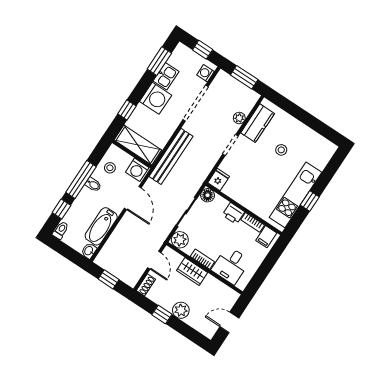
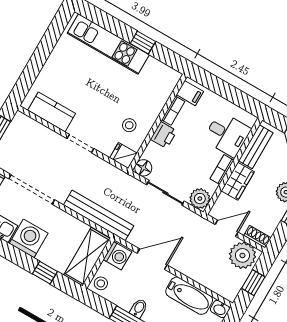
plant: (239, 118) -> (242, 255), moved, width x1.88, depth x1.88
stool: (281, 150) -> (129, 125), moved
stool: (110, 168) -> (101, 283), moved
kitchen unit: (295, 195) -> (108, 44), moved
bench: (219, 288) -> (256, 147), added

